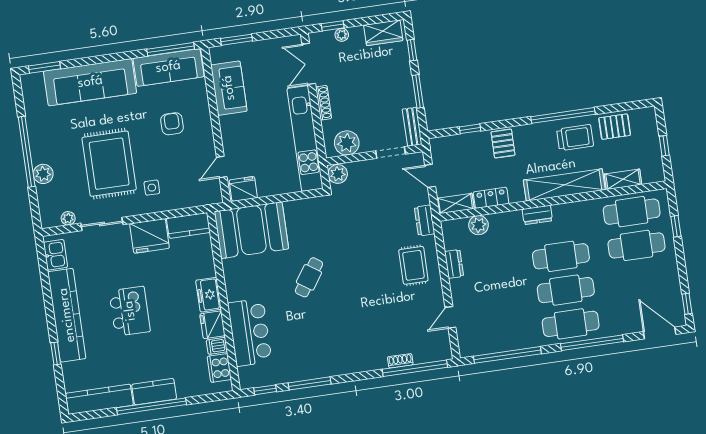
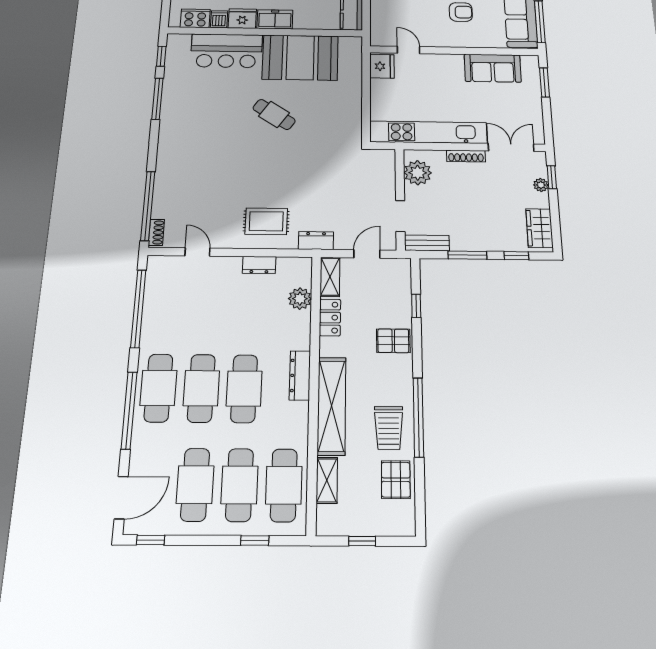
plant: (338, 174) -> (384, 159), removed
dresser: (537, 215) -> (300, 375), width x1.44
booth: (251, 230) -> (300, 58), moved, turned 90
cafe table: (641, 279) -> (195, 485), added
shoe rack: (400, 361) -> (156, 232), moved

